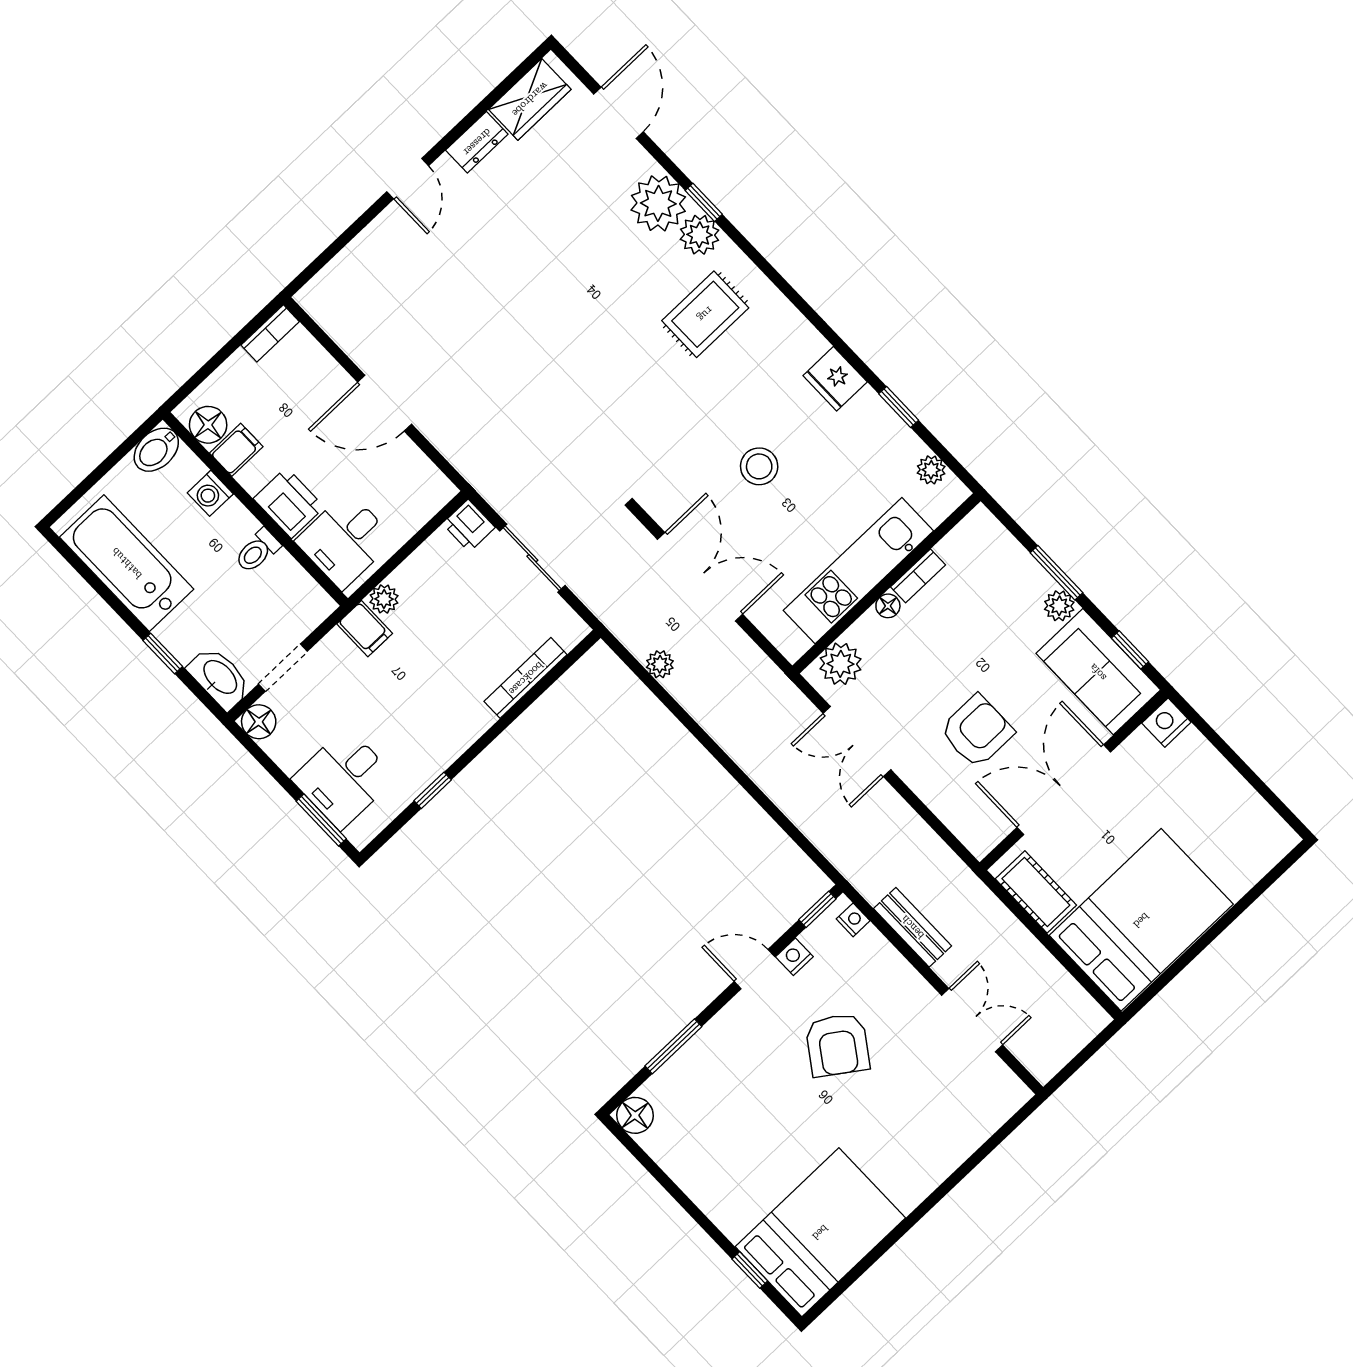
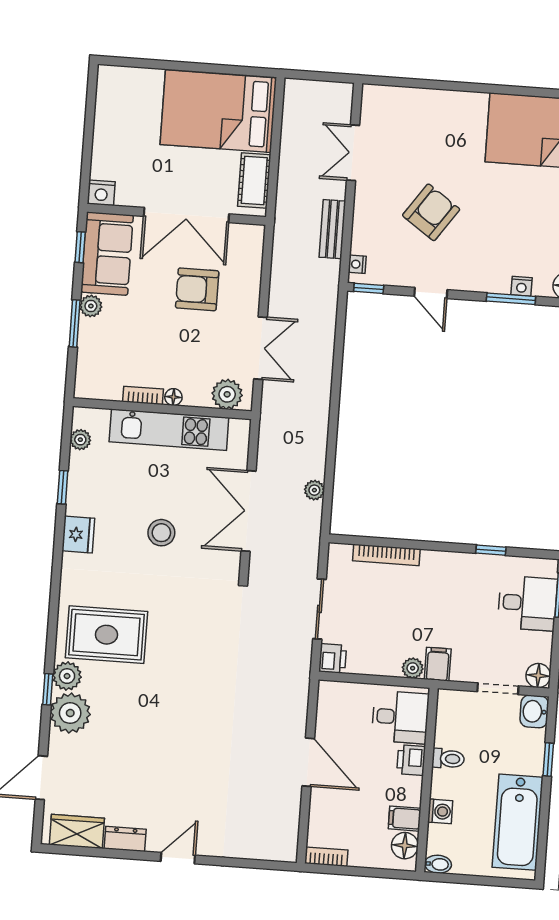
rug: (705, 314) -> (106, 635), width x1.36, depth x1.43
bidet: (156, 450) -> (438, 864), width x0.72, depth x0.74
printer: (289, 503) -> (411, 760), width x0.73, depth x0.81
washbasin: (219, 678) -> (534, 711), width x0.72
nightstand: (794, 957) -> (521, 286), moved

